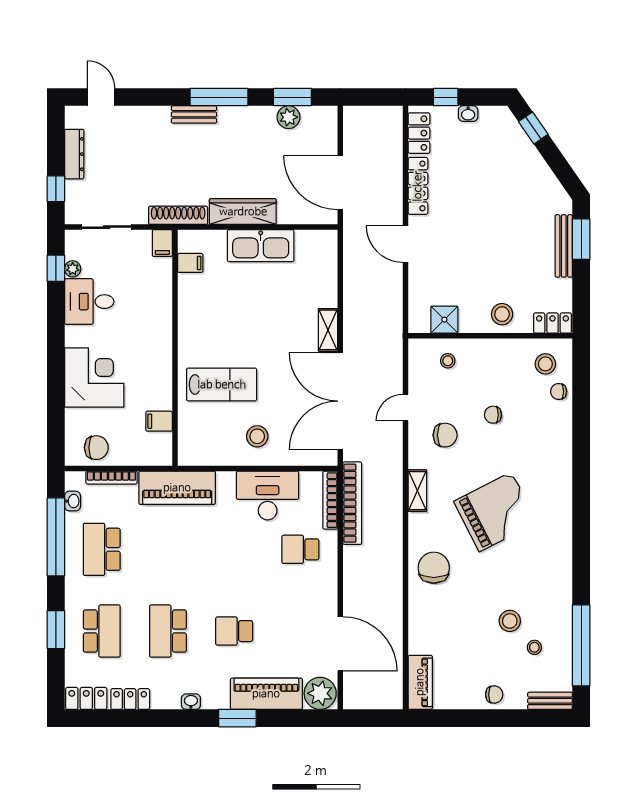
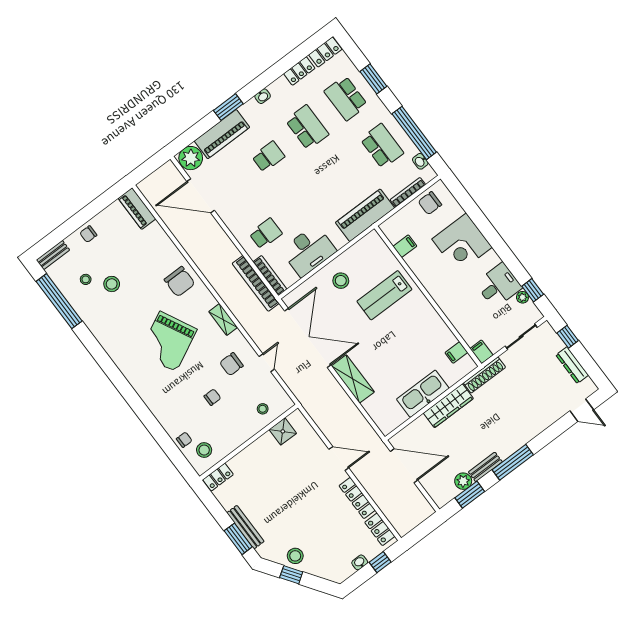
bench: (194, 114) -> (485, 467), moved
window: (533, 128) -> (291, 575), moved
stool: (502, 314) -> (295, 556), moved
shelving: (328, 330) -> (353, 379), width x1.50, depth x1.33

